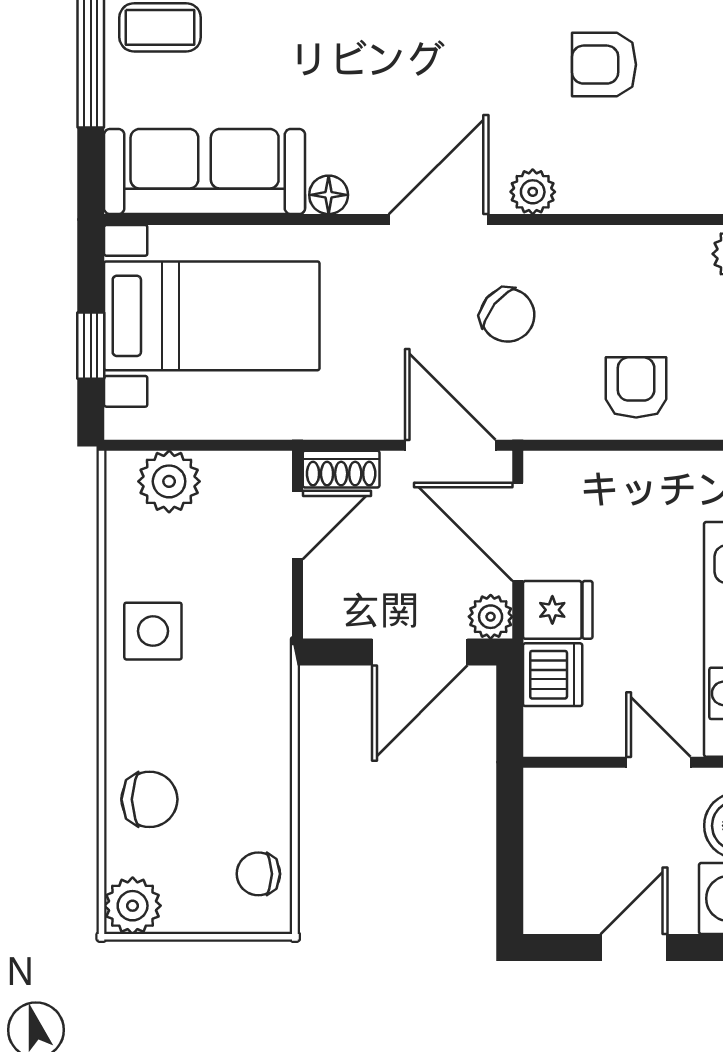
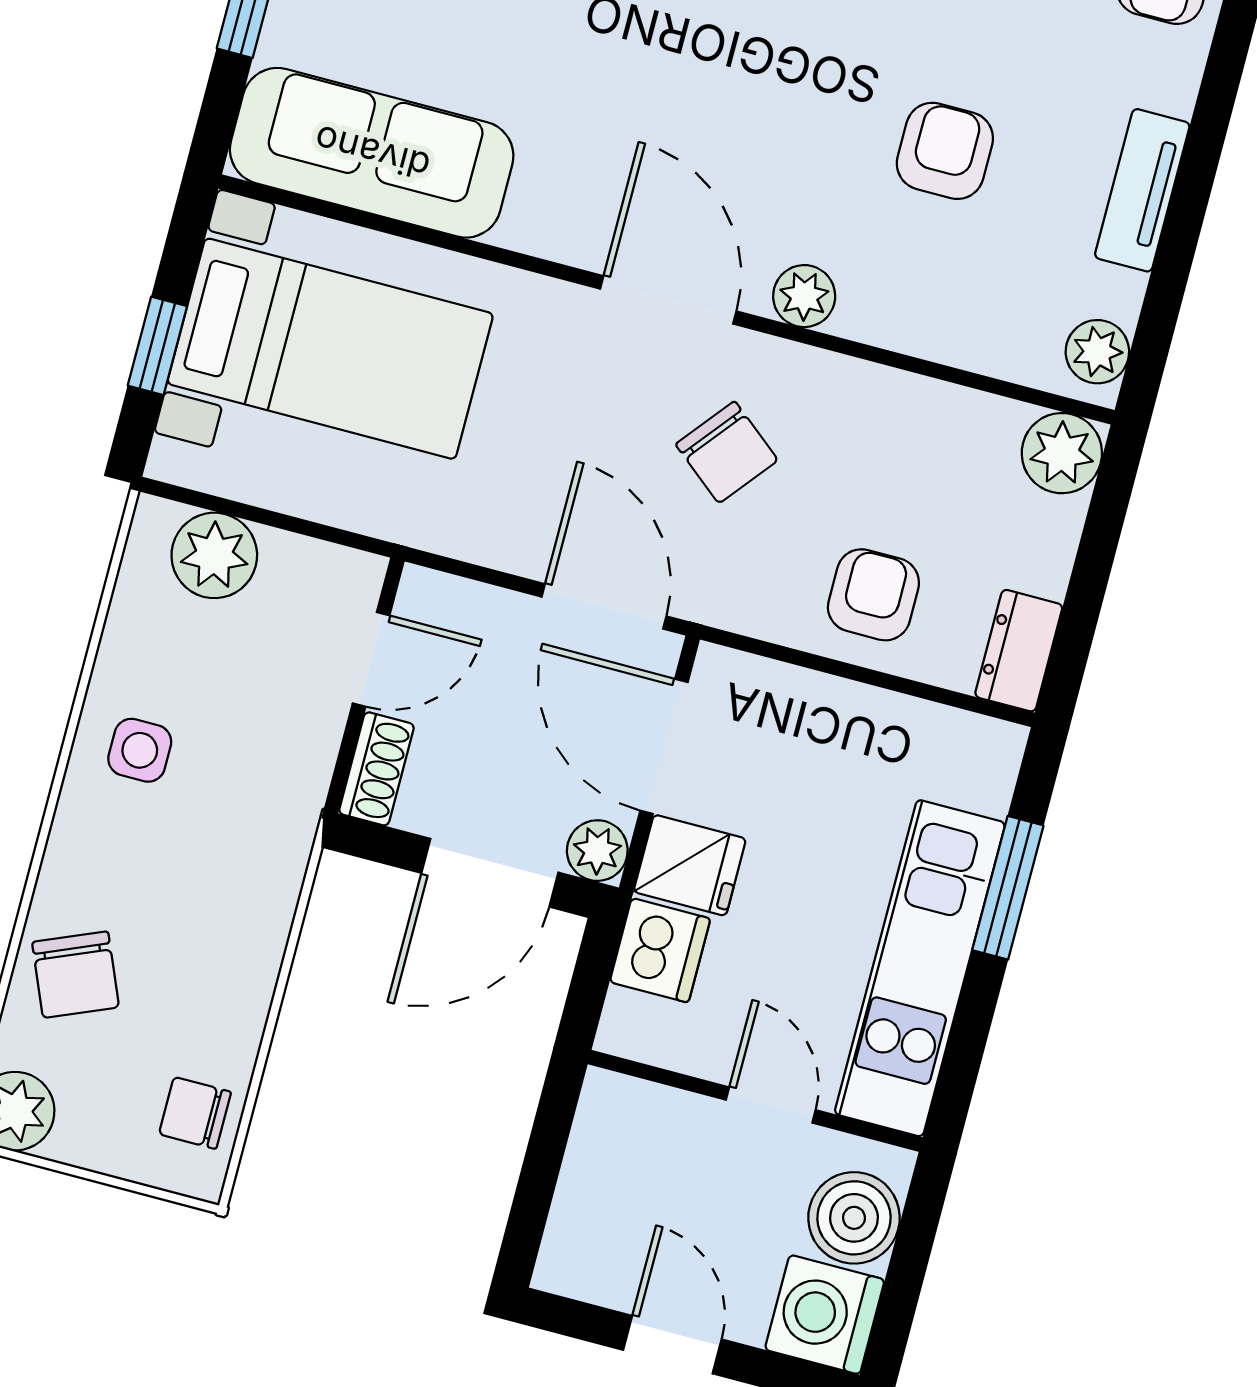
armchair: (604, 65) -> (945, 151), turned 90
floor lamp: (329, 195) -> (530, 228), removed
door: (439, 220) -> (668, 300), hinge flipped
shoe rack: (341, 469) -> (376, 769), moved, turned -90
side table: (153, 631) -> (140, 750), width x0.73, depth x0.73
chair: (149, 799) -> (75, 975), turned 67
door: (634, 947) -> (672, 1345), hinge flipped

